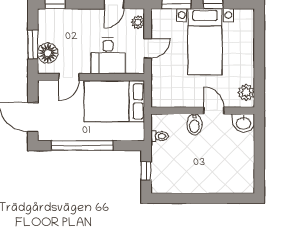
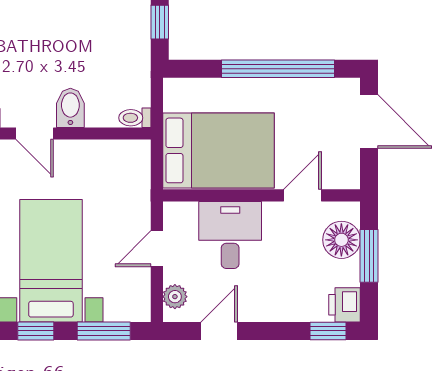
printer: (46, 18) -> (344, 305), added
toilet: (160, 136) -> (135, 118), moved

